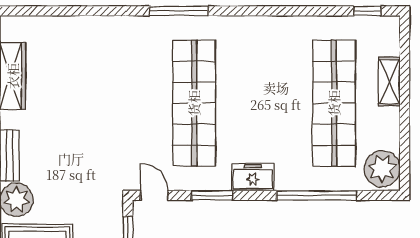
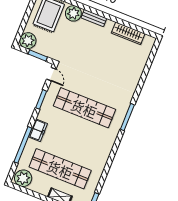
freezer: (253, 177) -> (38, 130), moved
door: (154, 195) -> (51, 74), hinge flipped

